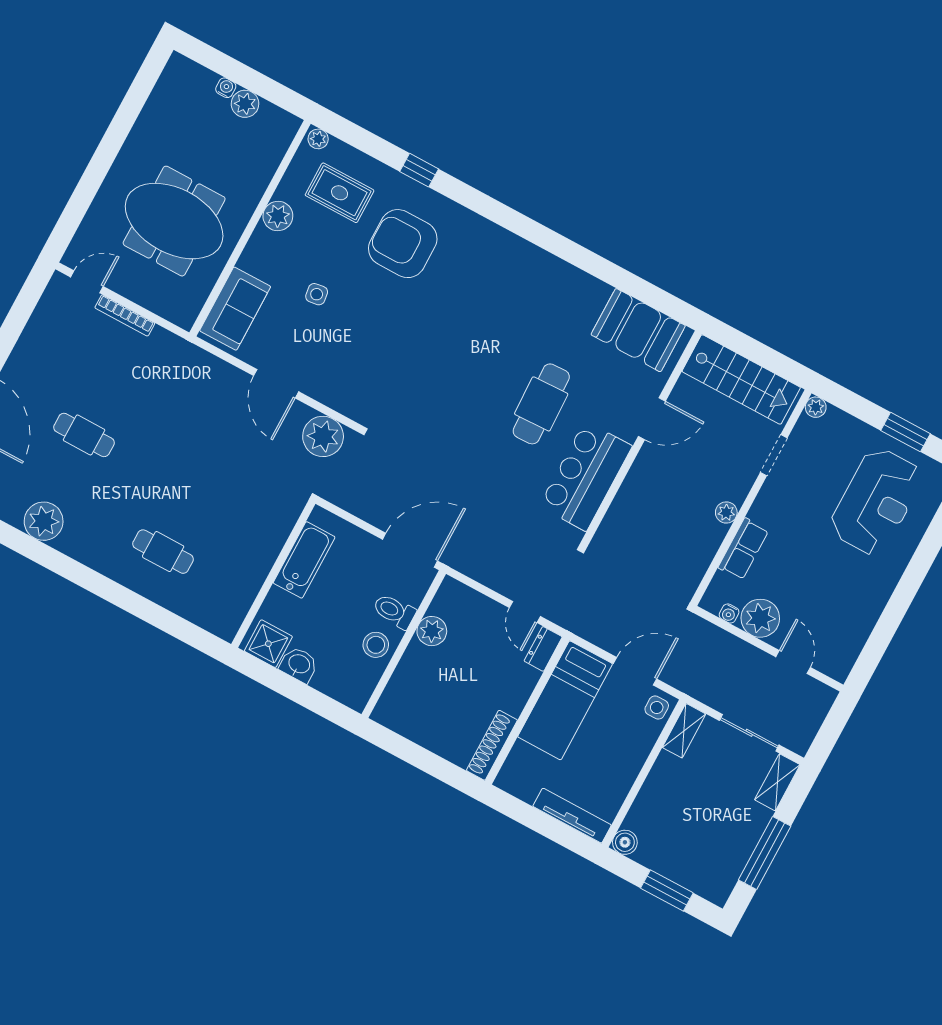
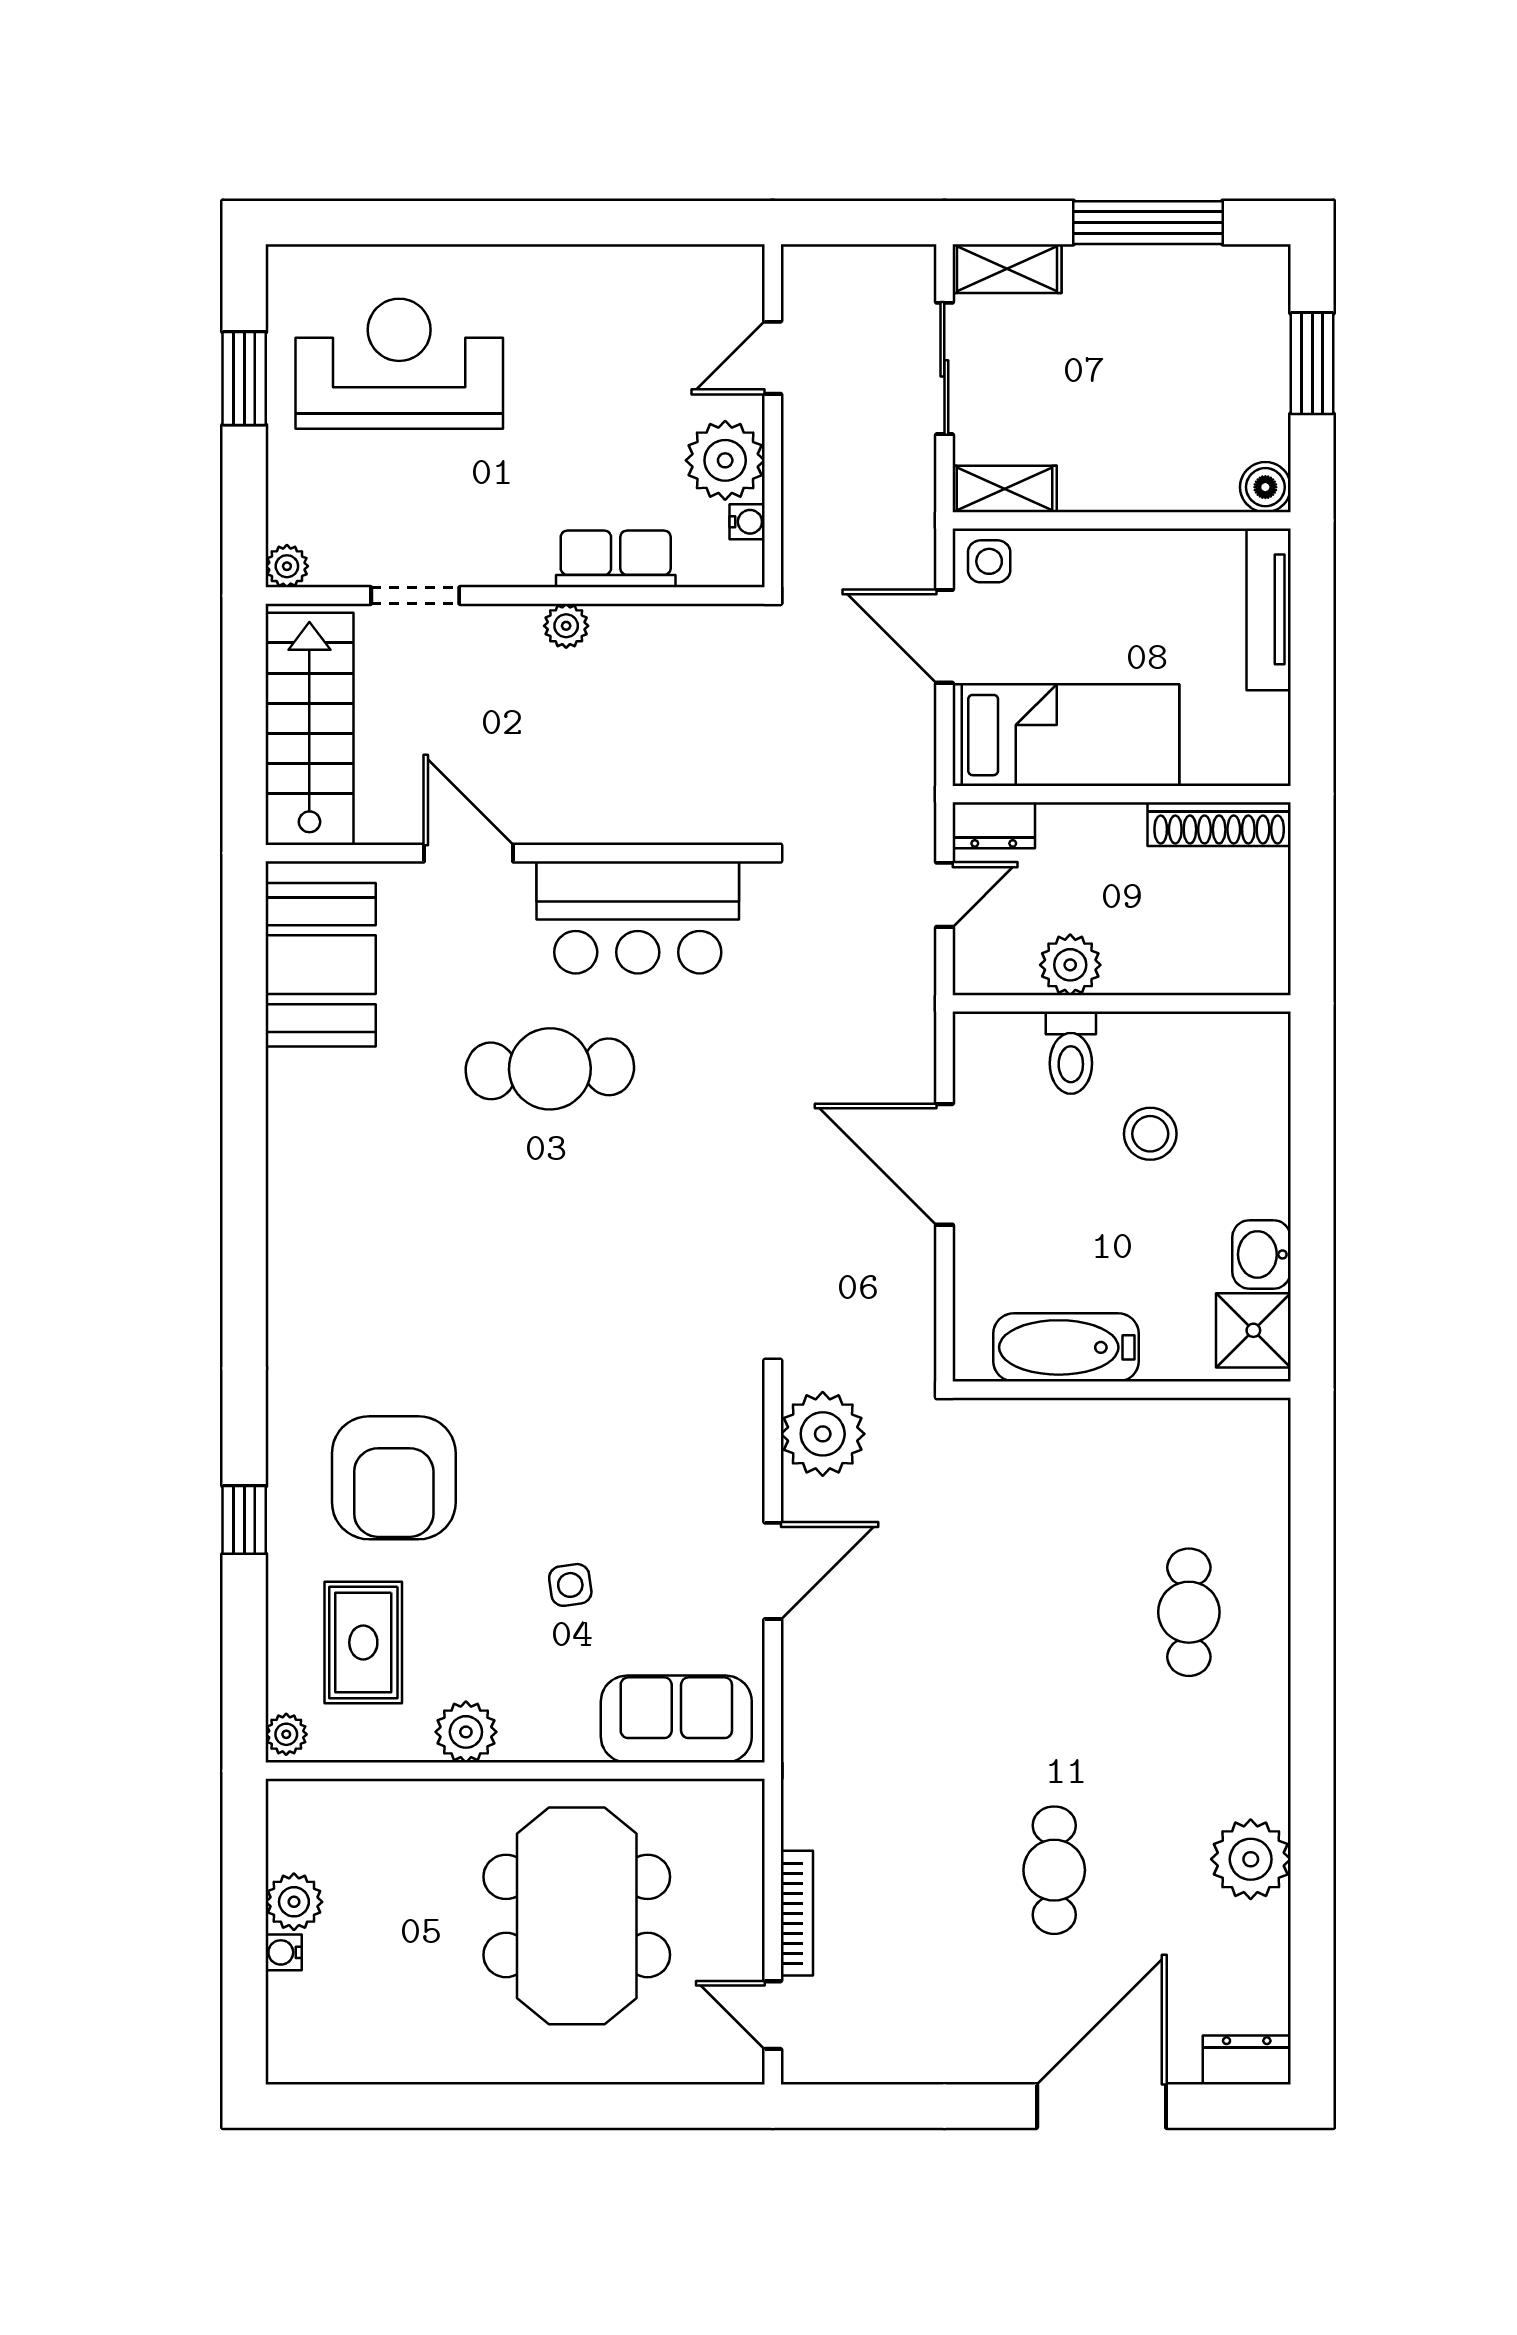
toilet: (394, 611) -> (1071, 1053), moved
plant: (432, 631) -> (1070, 965), moved
wall: (404, 644) -> (1122, 1003), moved

